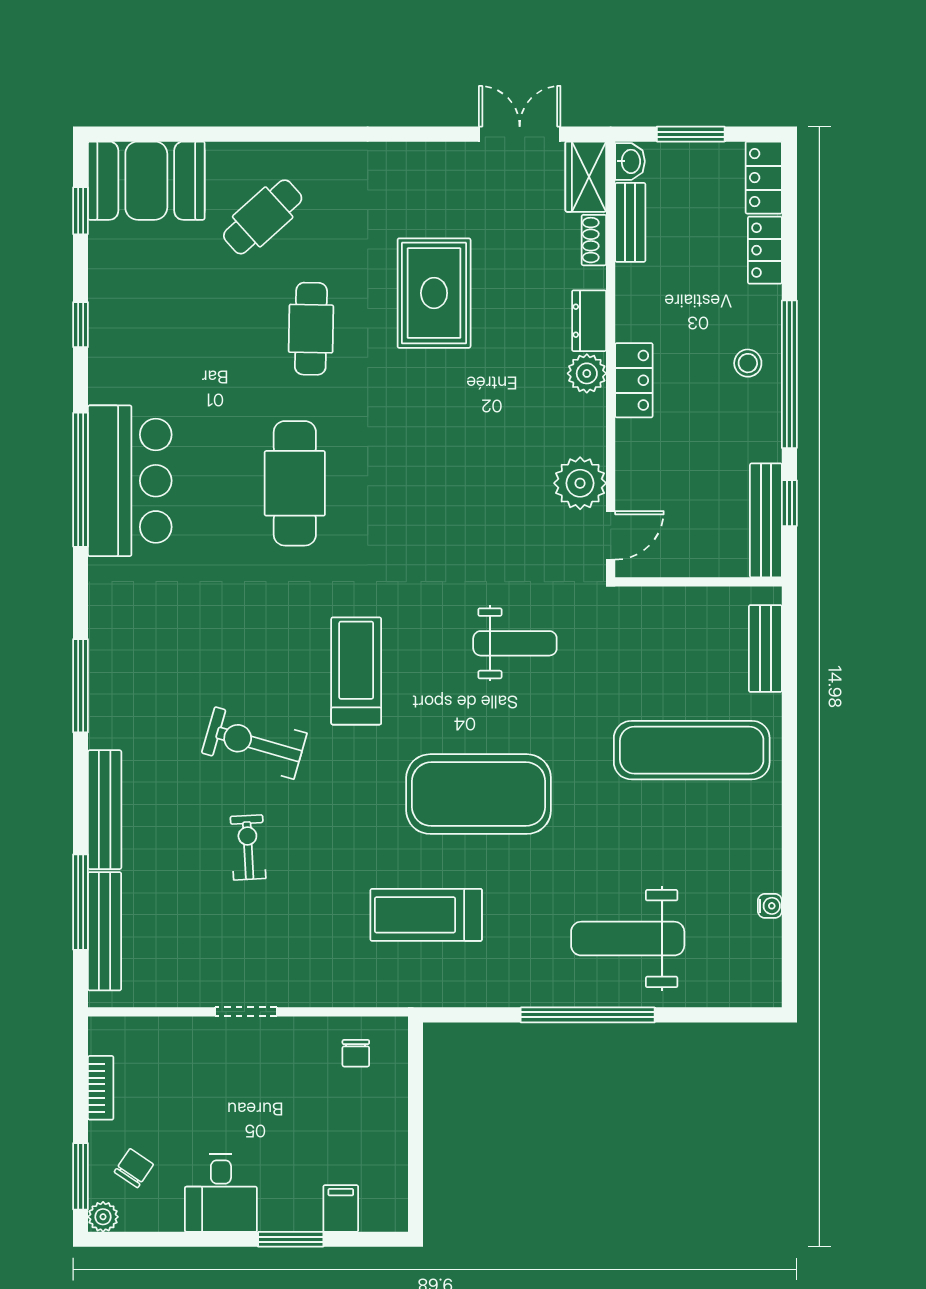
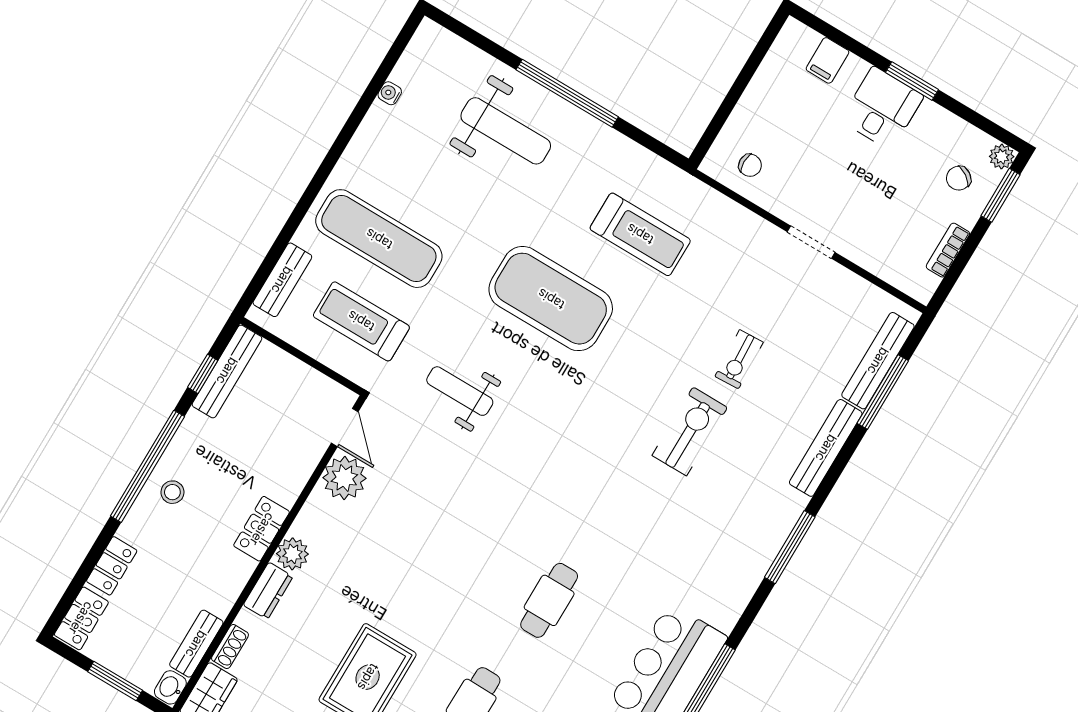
cafe table: (295, 483) -> (549, 600), width x0.73, depth x0.74
door: (611, 535) -> (345, 427), swing flipped
treadmill: (356, 671) -> (361, 321), moved, turned 90
exercise bike: (254, 743) -> (690, 431), turned -106
chair: (356, 1053) -> (750, 165), turned 90
desk: (221, 1193) -> (882, 108), moved
window: (291, 1239) -> (912, 81), moved

